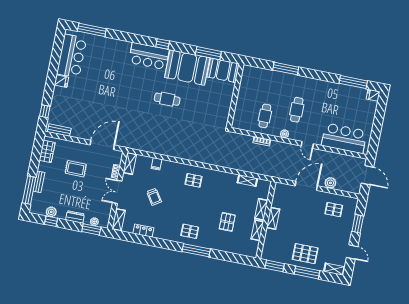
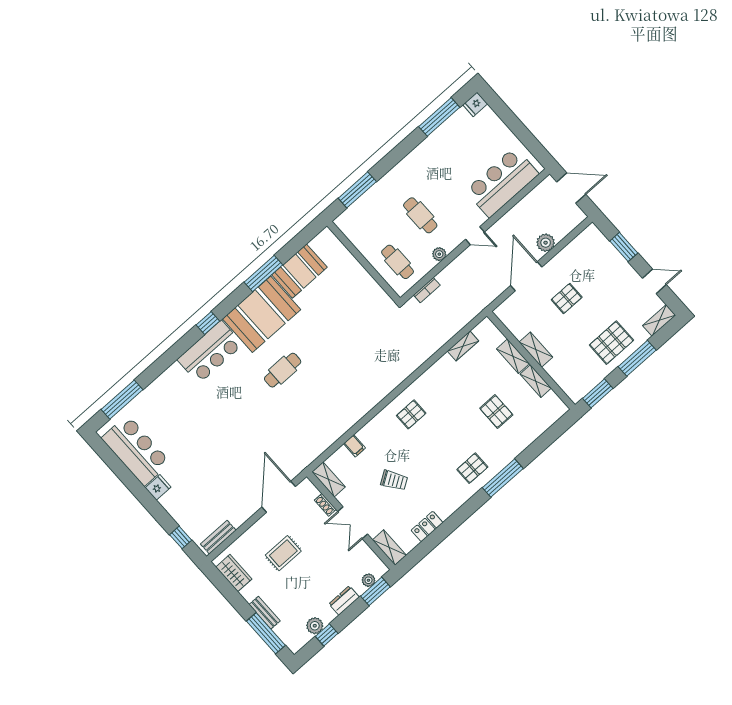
wall: (235, 96) -> (364, 262), moved
pallet: (334, 210) -> (567, 298), moved

